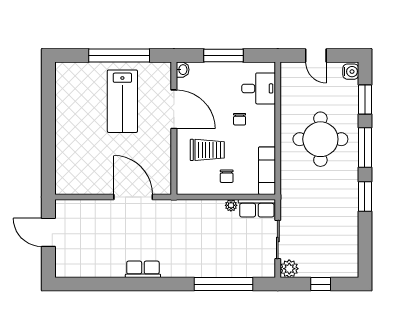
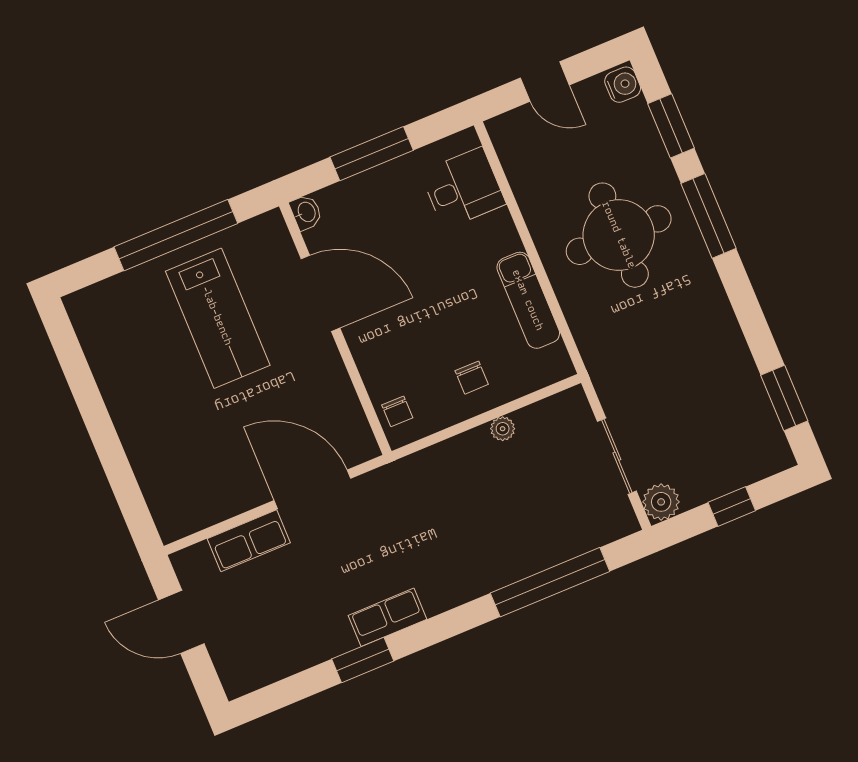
chair: (240, 119) -> (397, 411), moved
trolley: (207, 150) -> (415, 343), removed
exam couch: (267, 171) -> (528, 300), moved
window: (365, 197) -> (784, 398), moved
row of seats: (257, 208) -> (249, 541), moved
window: (124, 284) -> (363, 660), added

